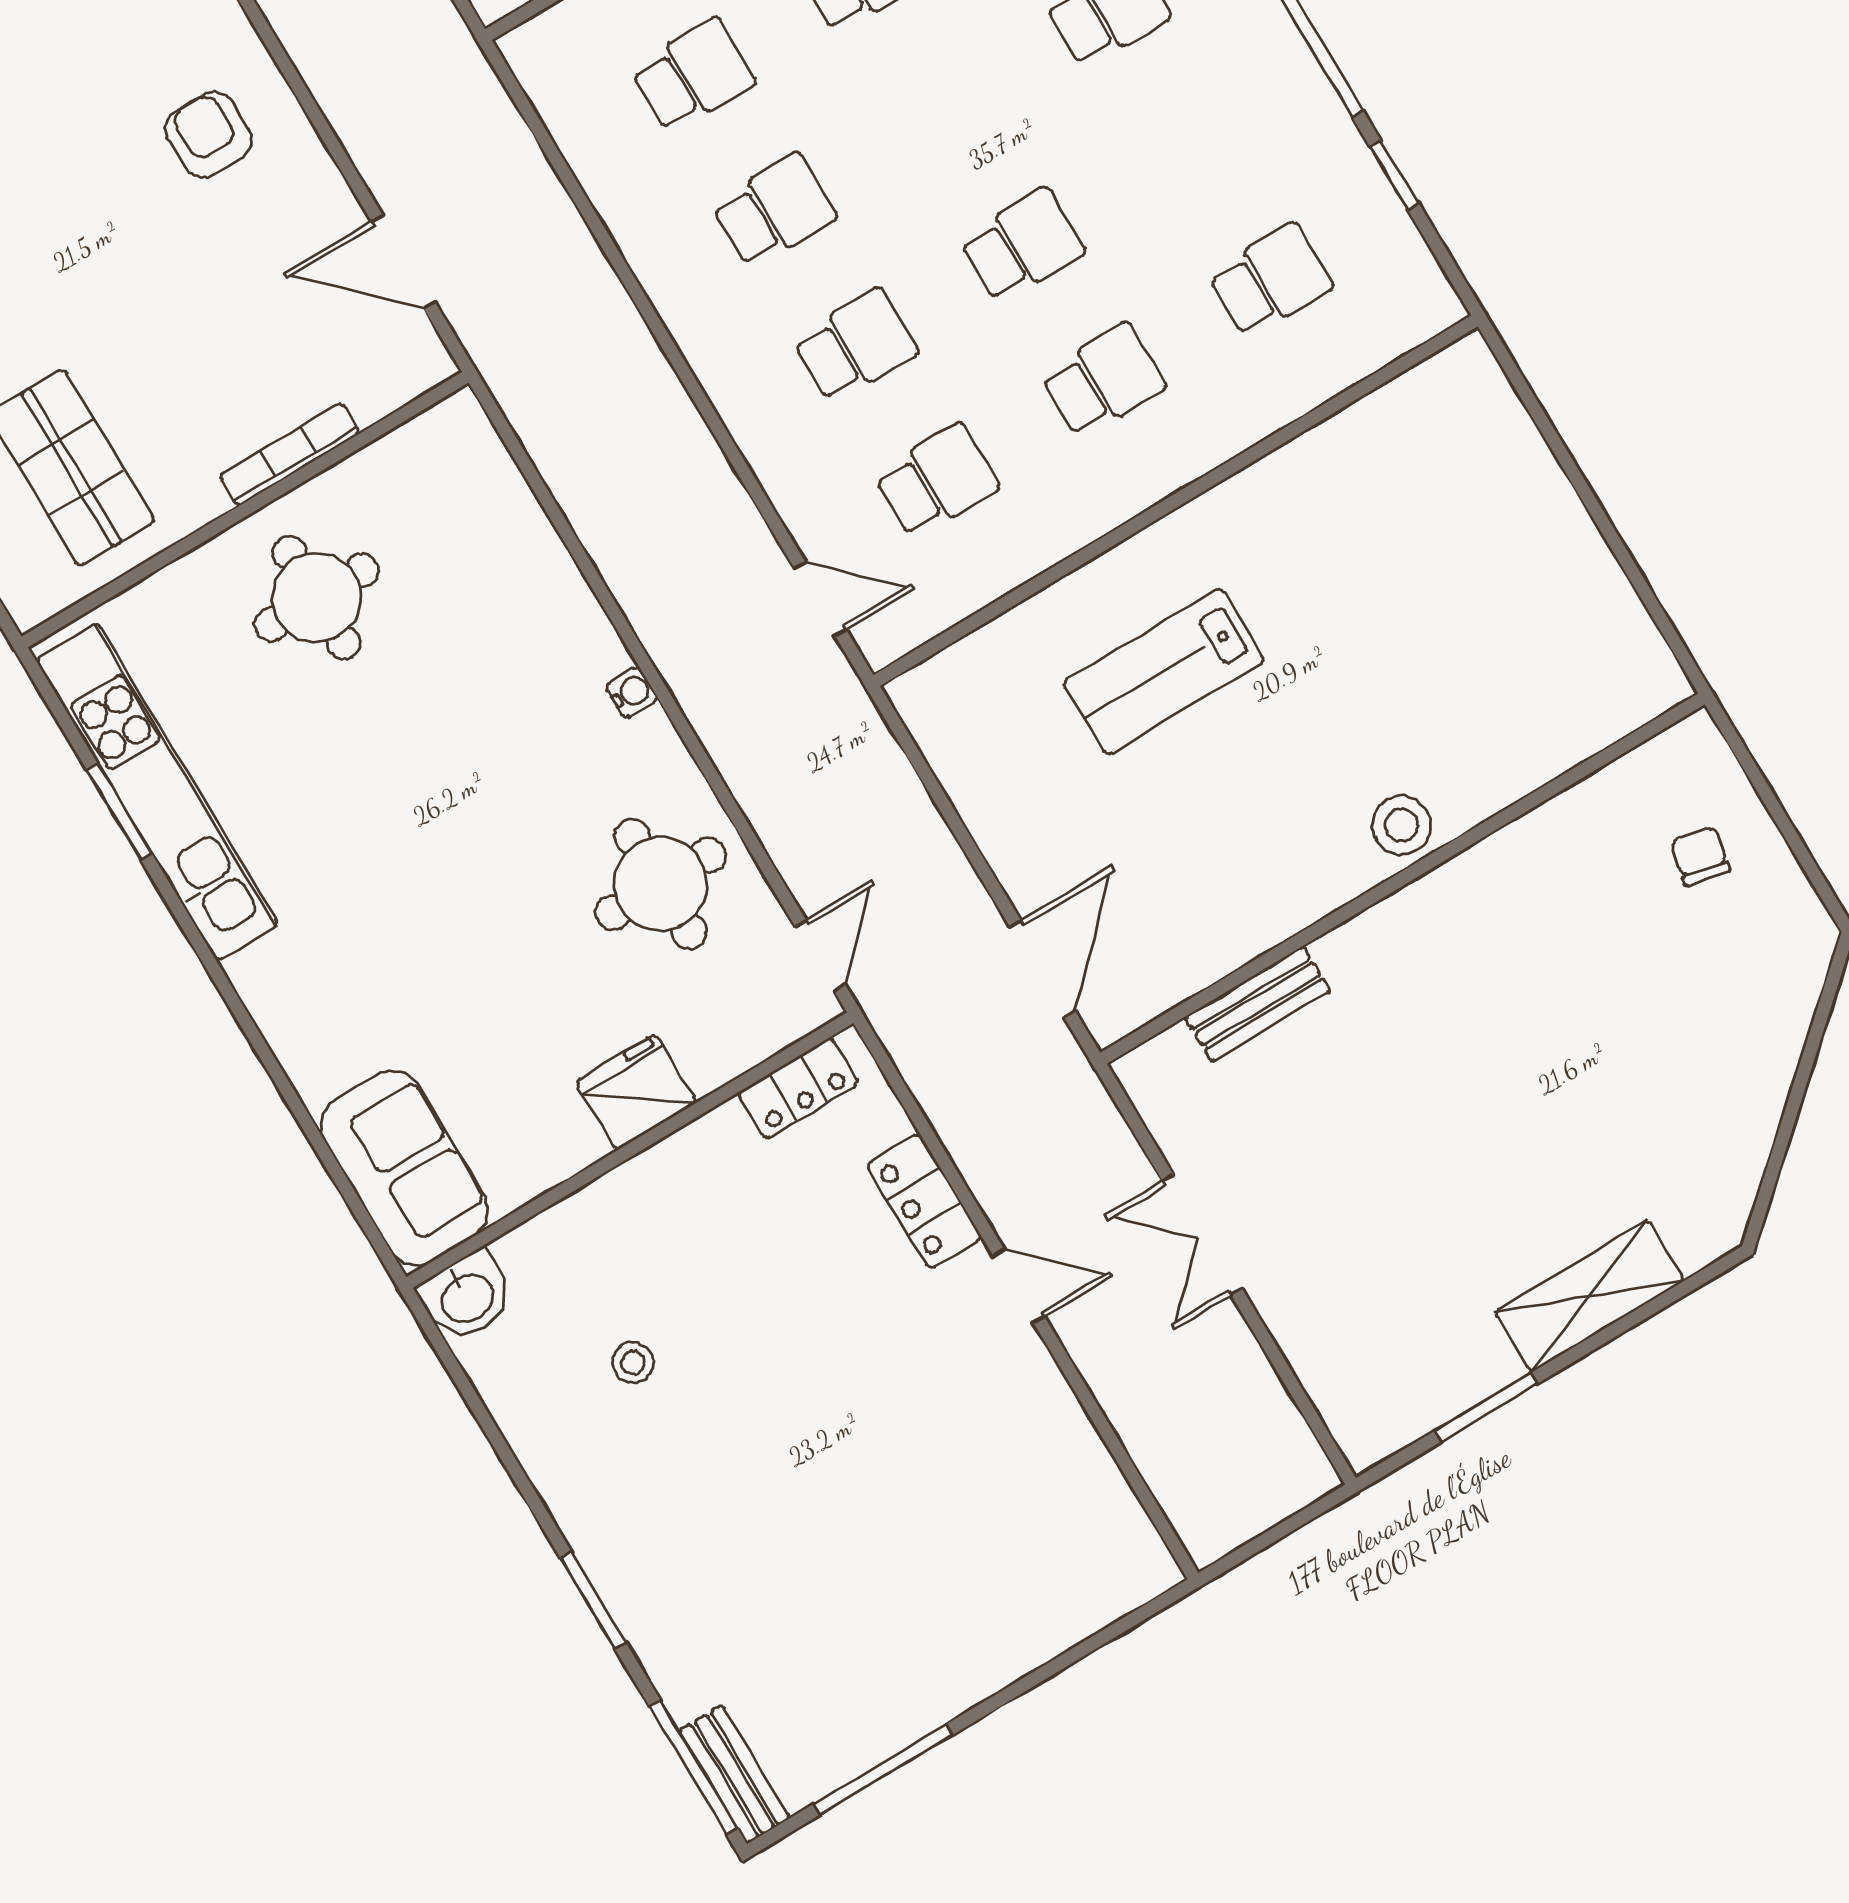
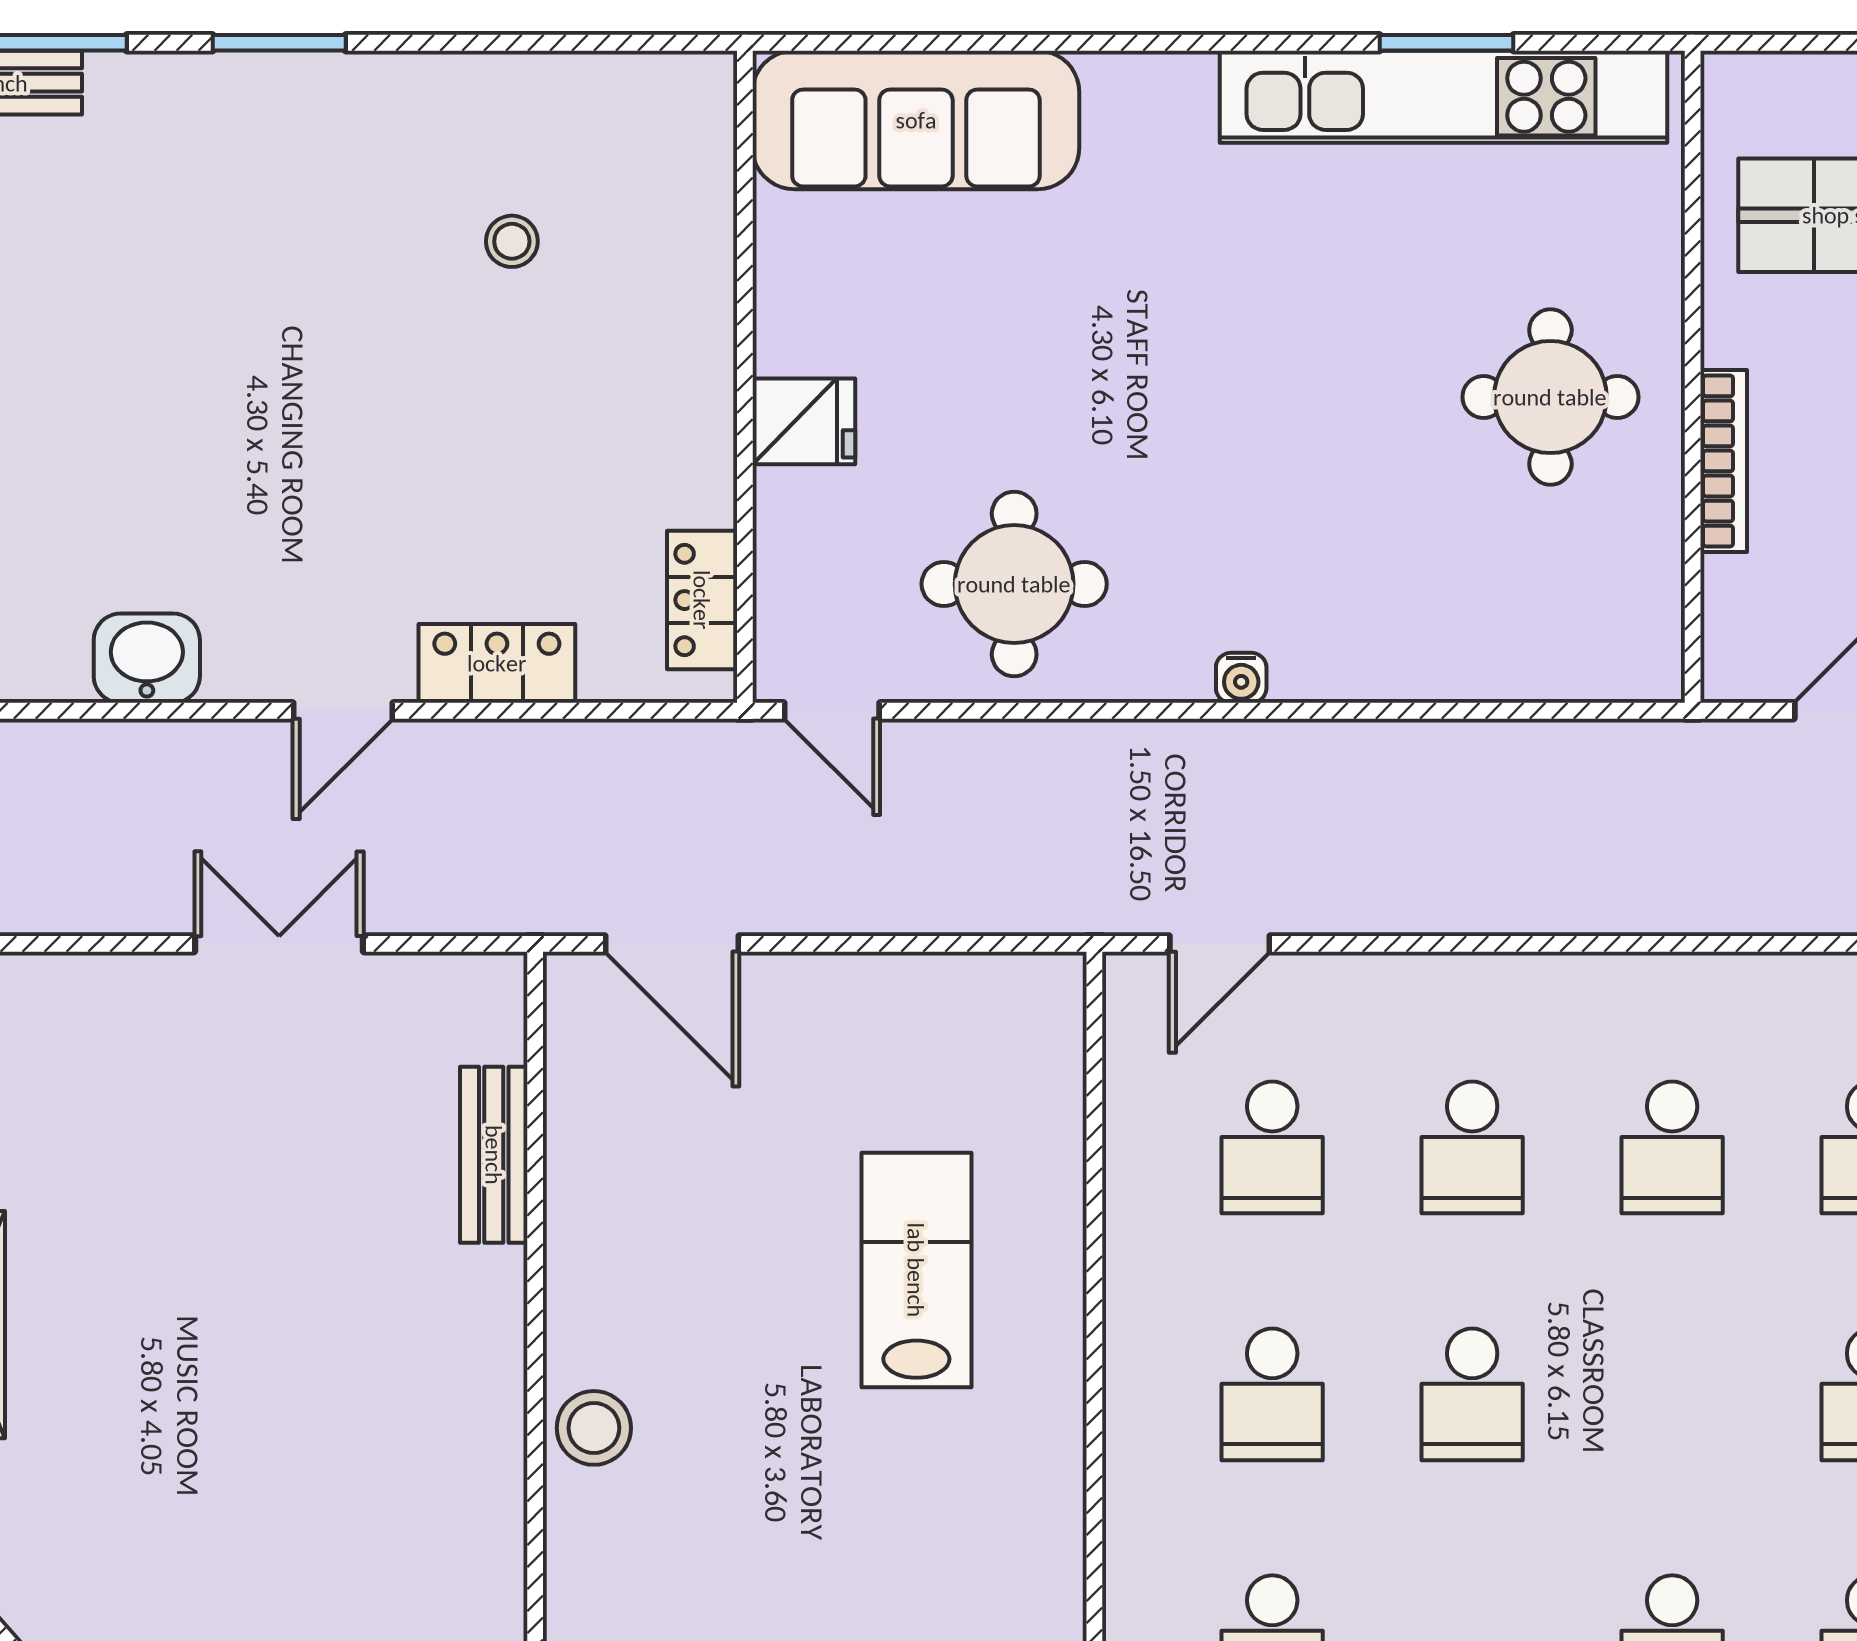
fridge: (636, 1092) -> (804, 421), width x0.72
sofa: (404, 1168) -> (916, 120), width x1.36
washbasin: (467, 1297) -> (147, 658), moved, turned 90

